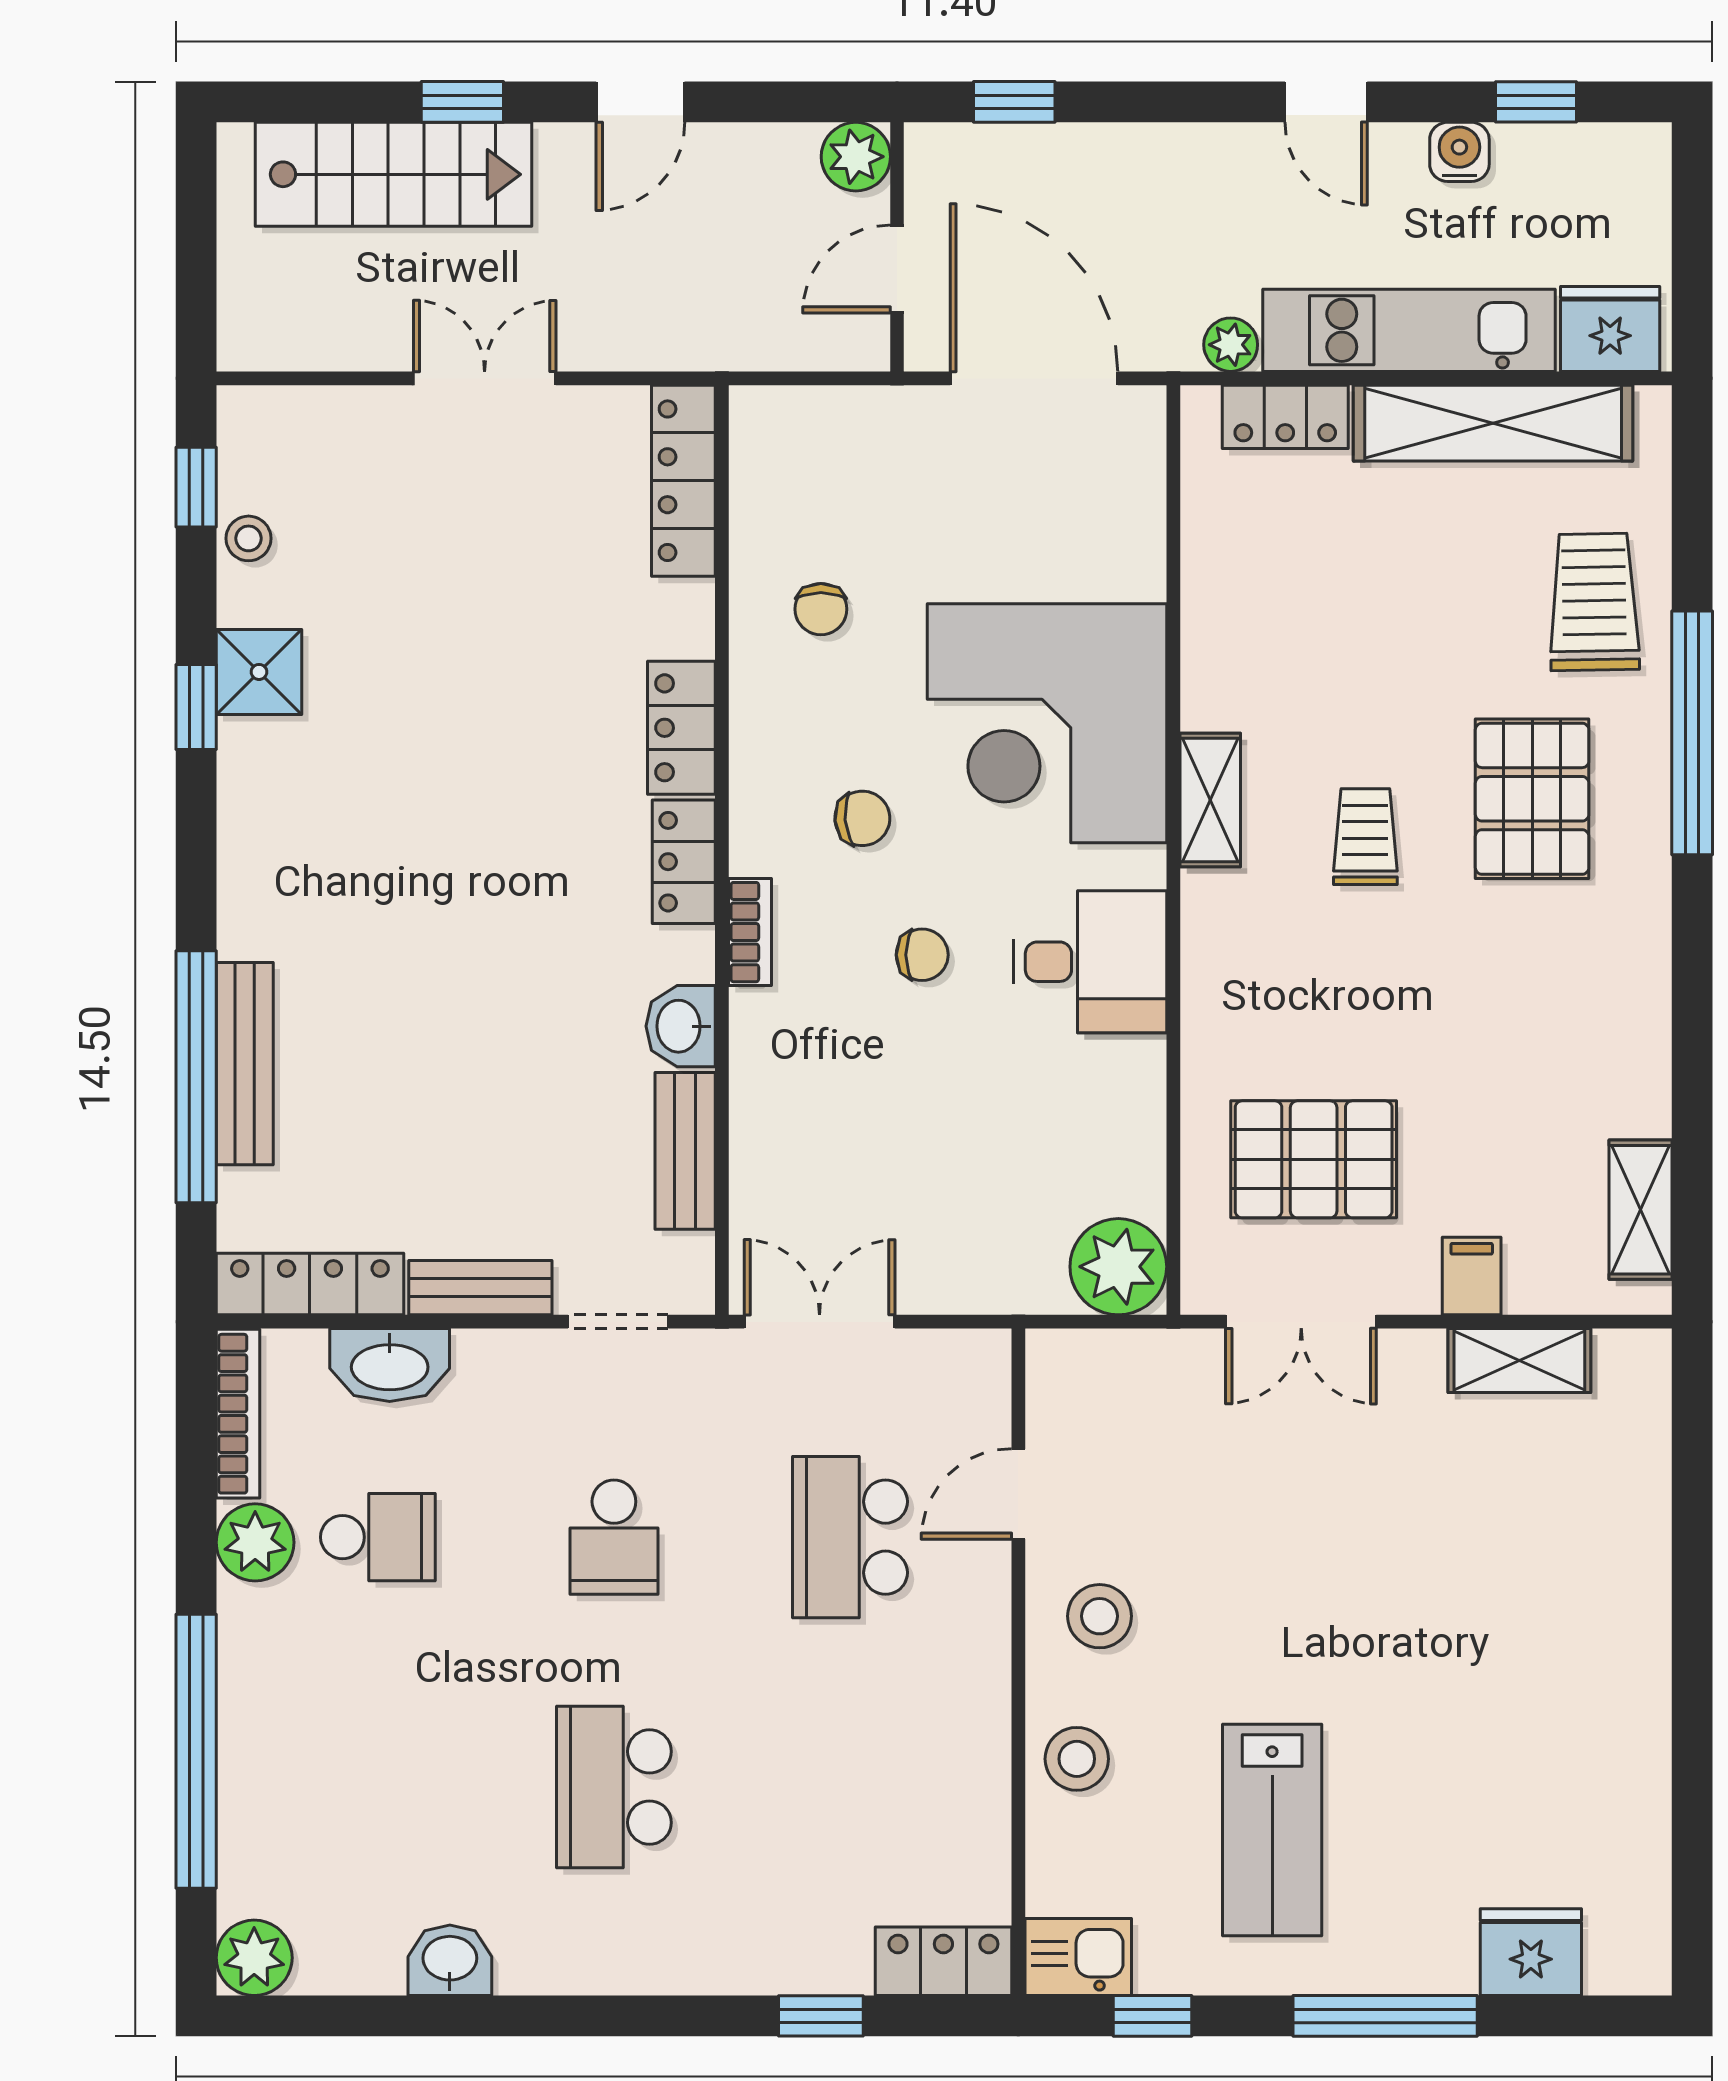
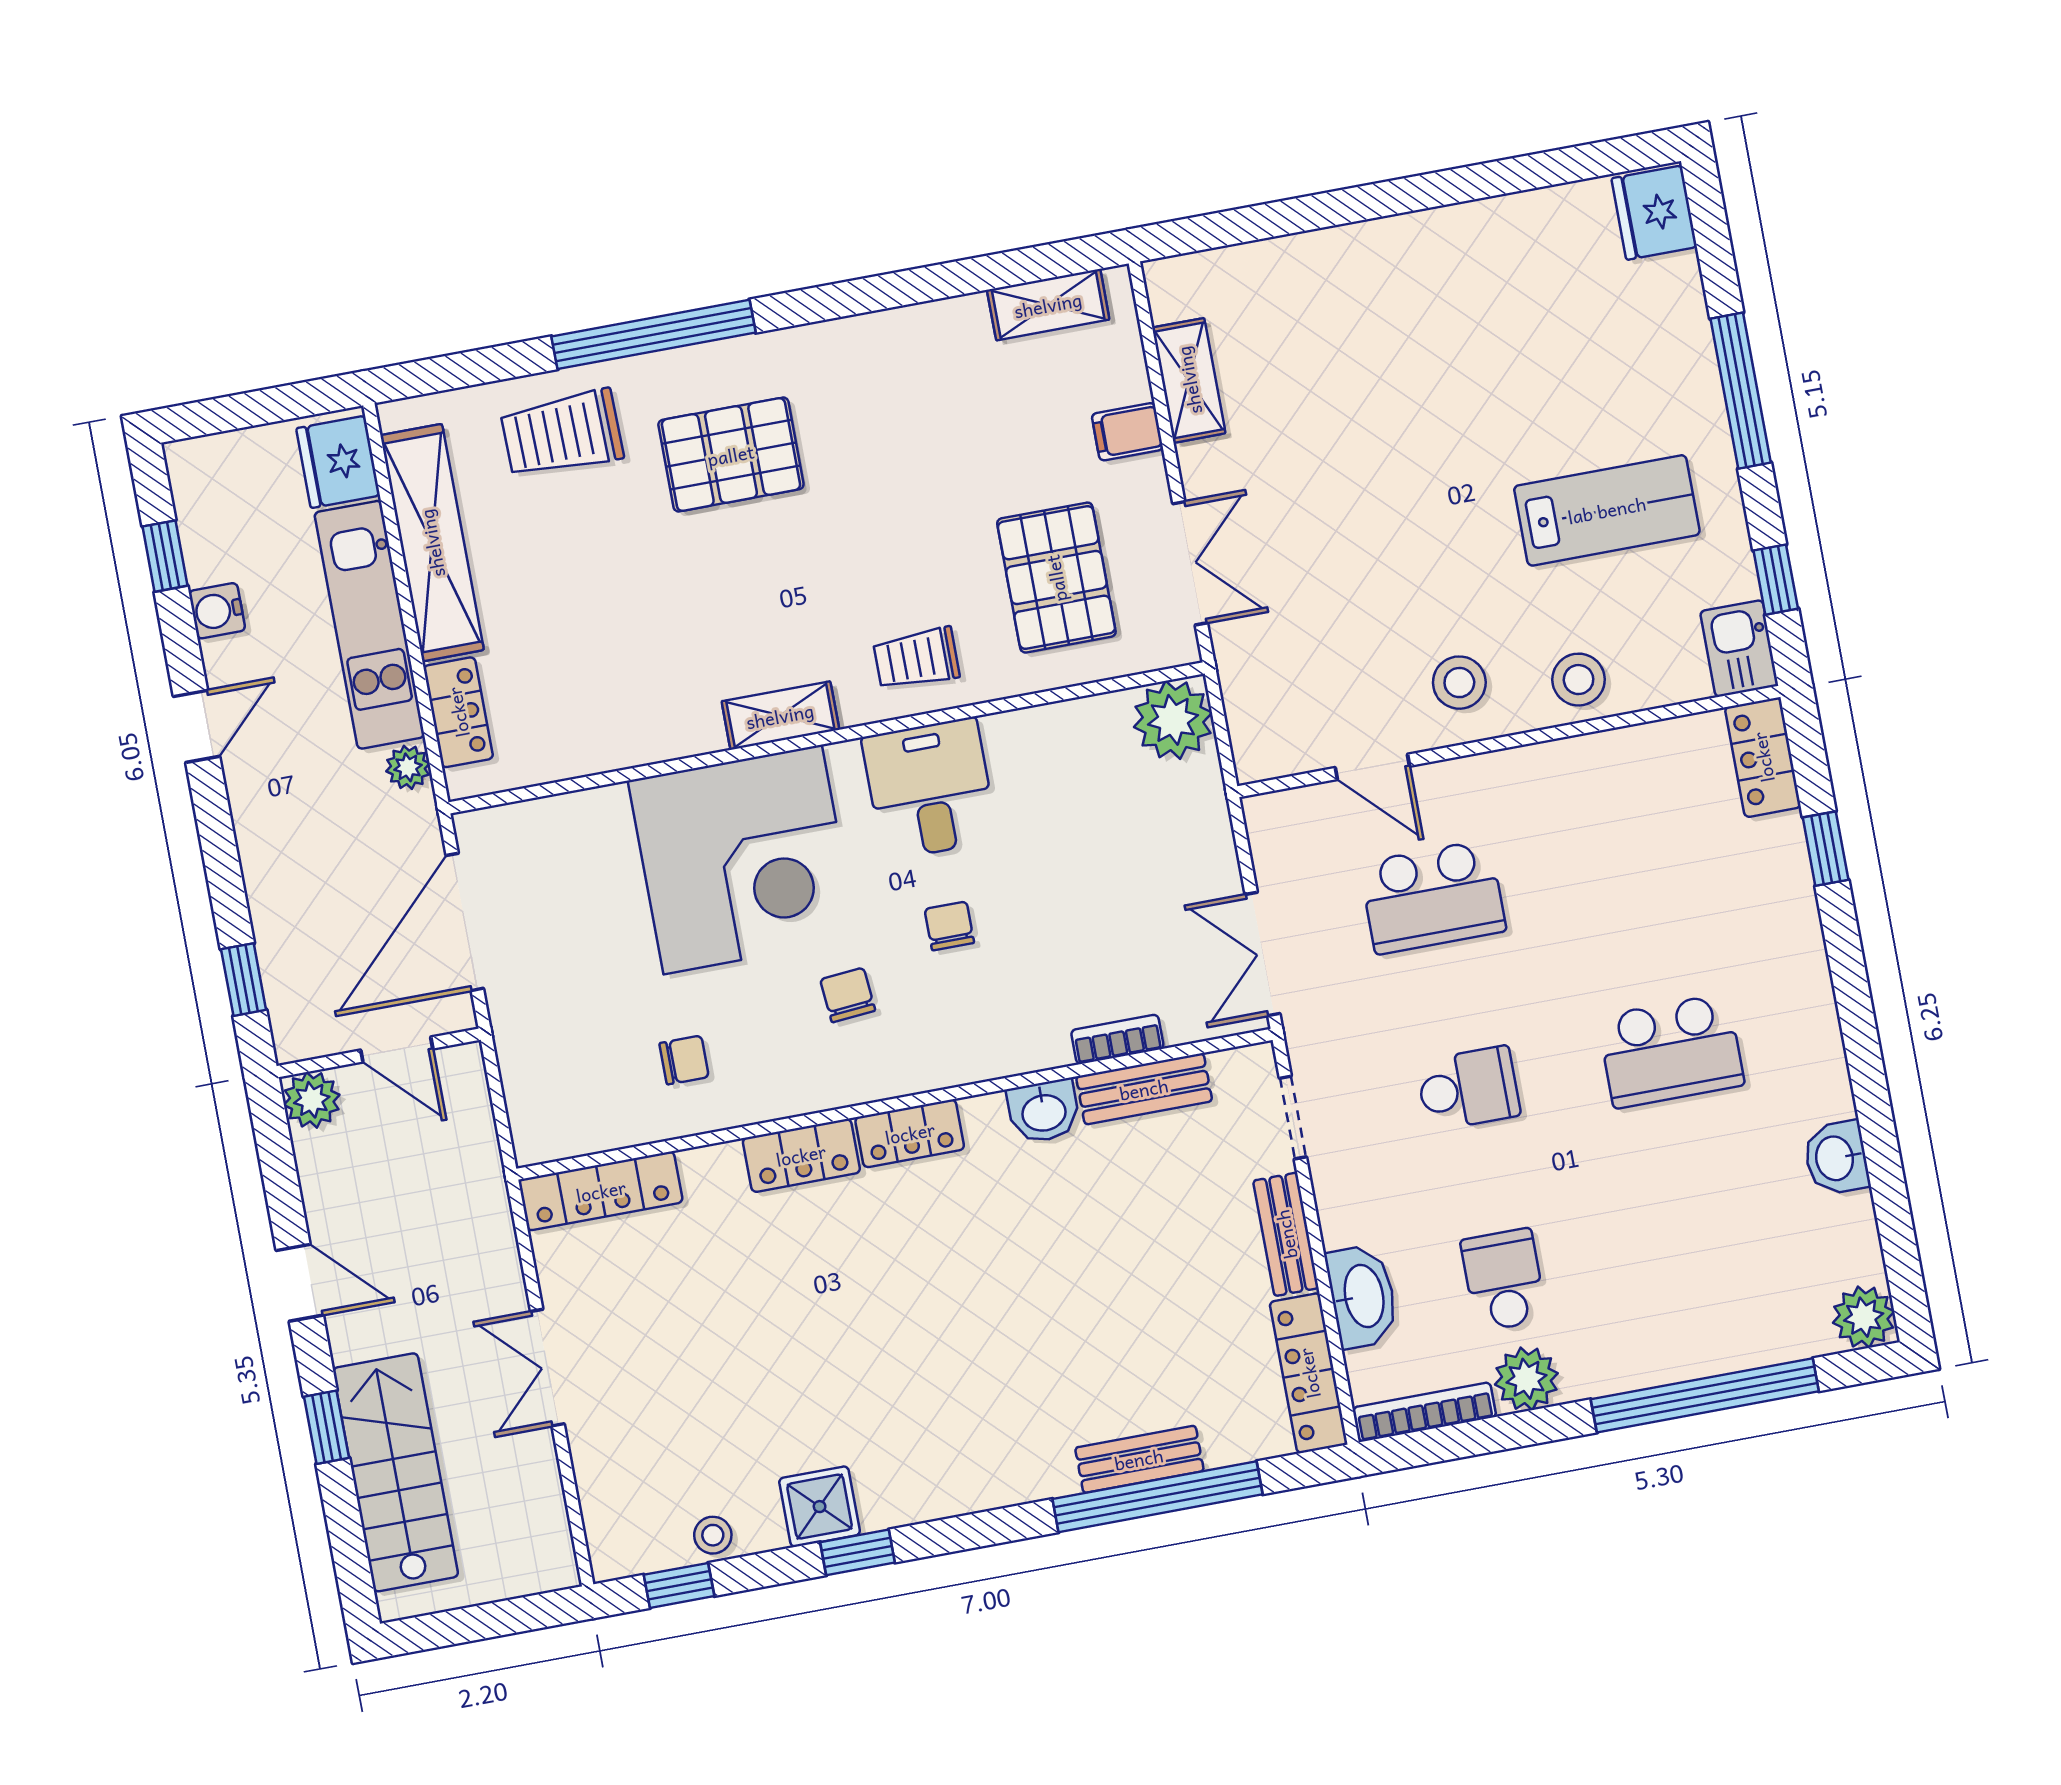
trolley: (1365, 837) -> (916, 659), moved
bookcase: (750, 932) -> (1117, 1039), moved
bench: (245, 1064) -> (1139, 1459), width x0.73
fridge: (1531, 1952) -> (1654, 213), moved

